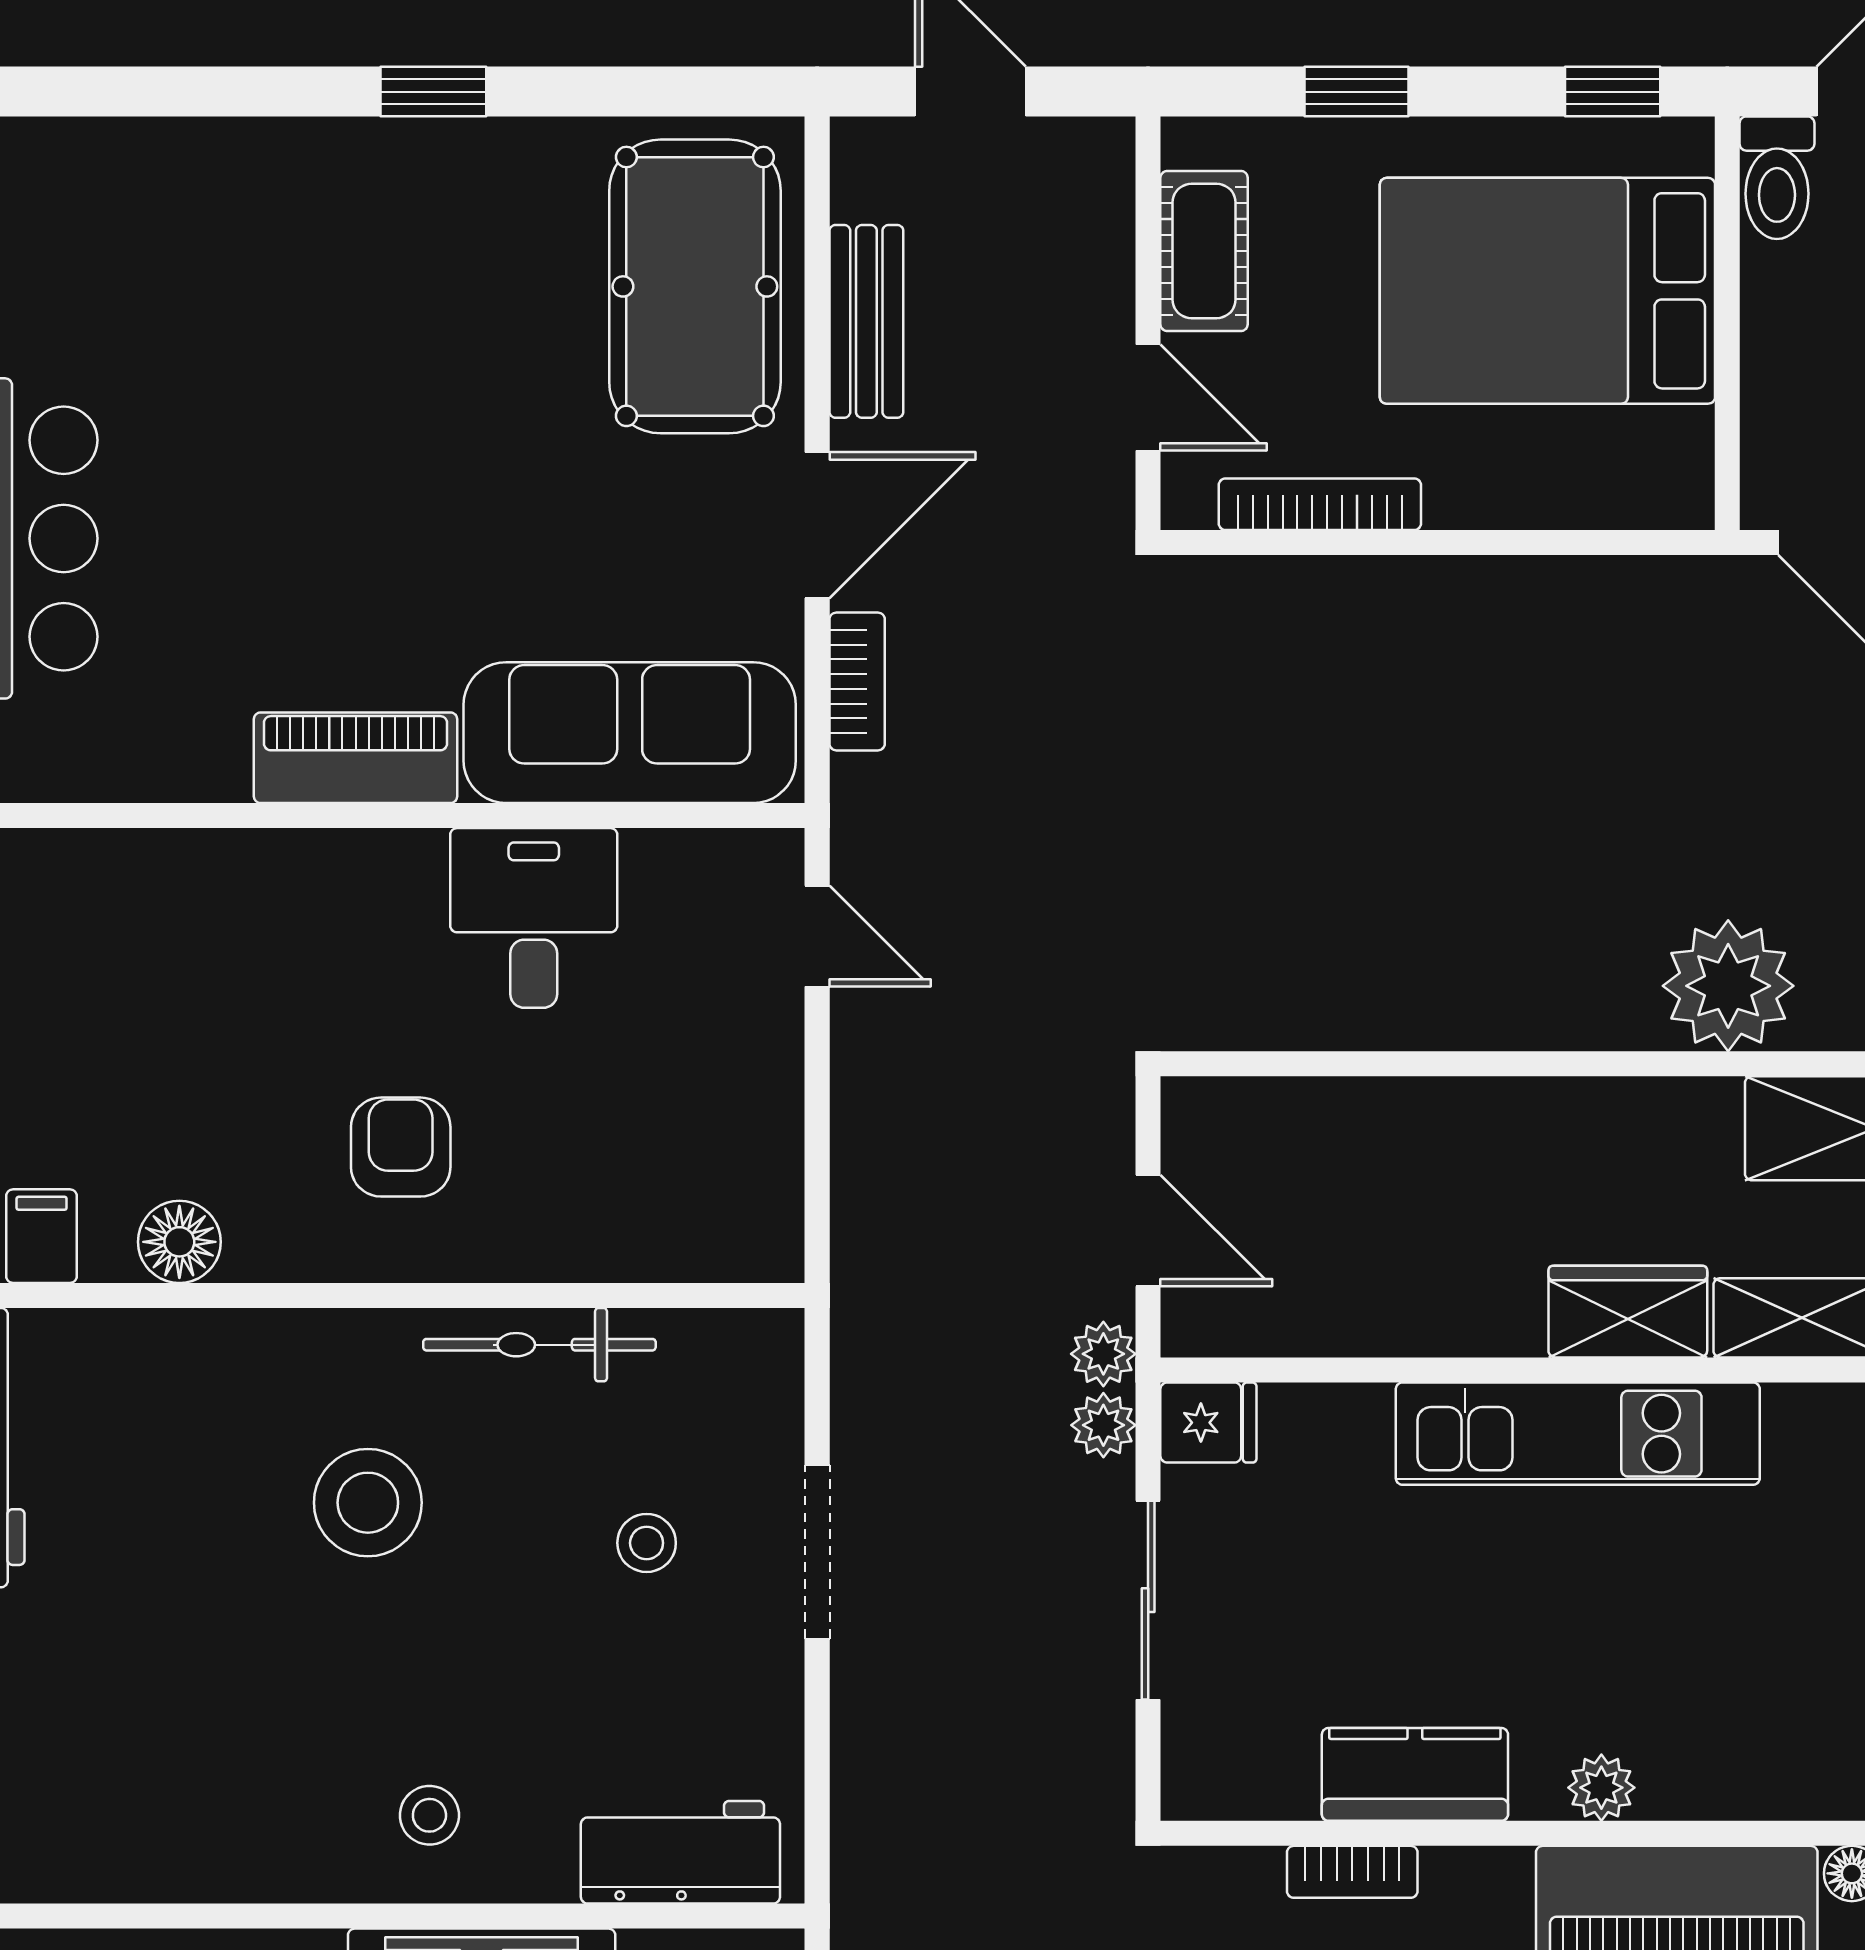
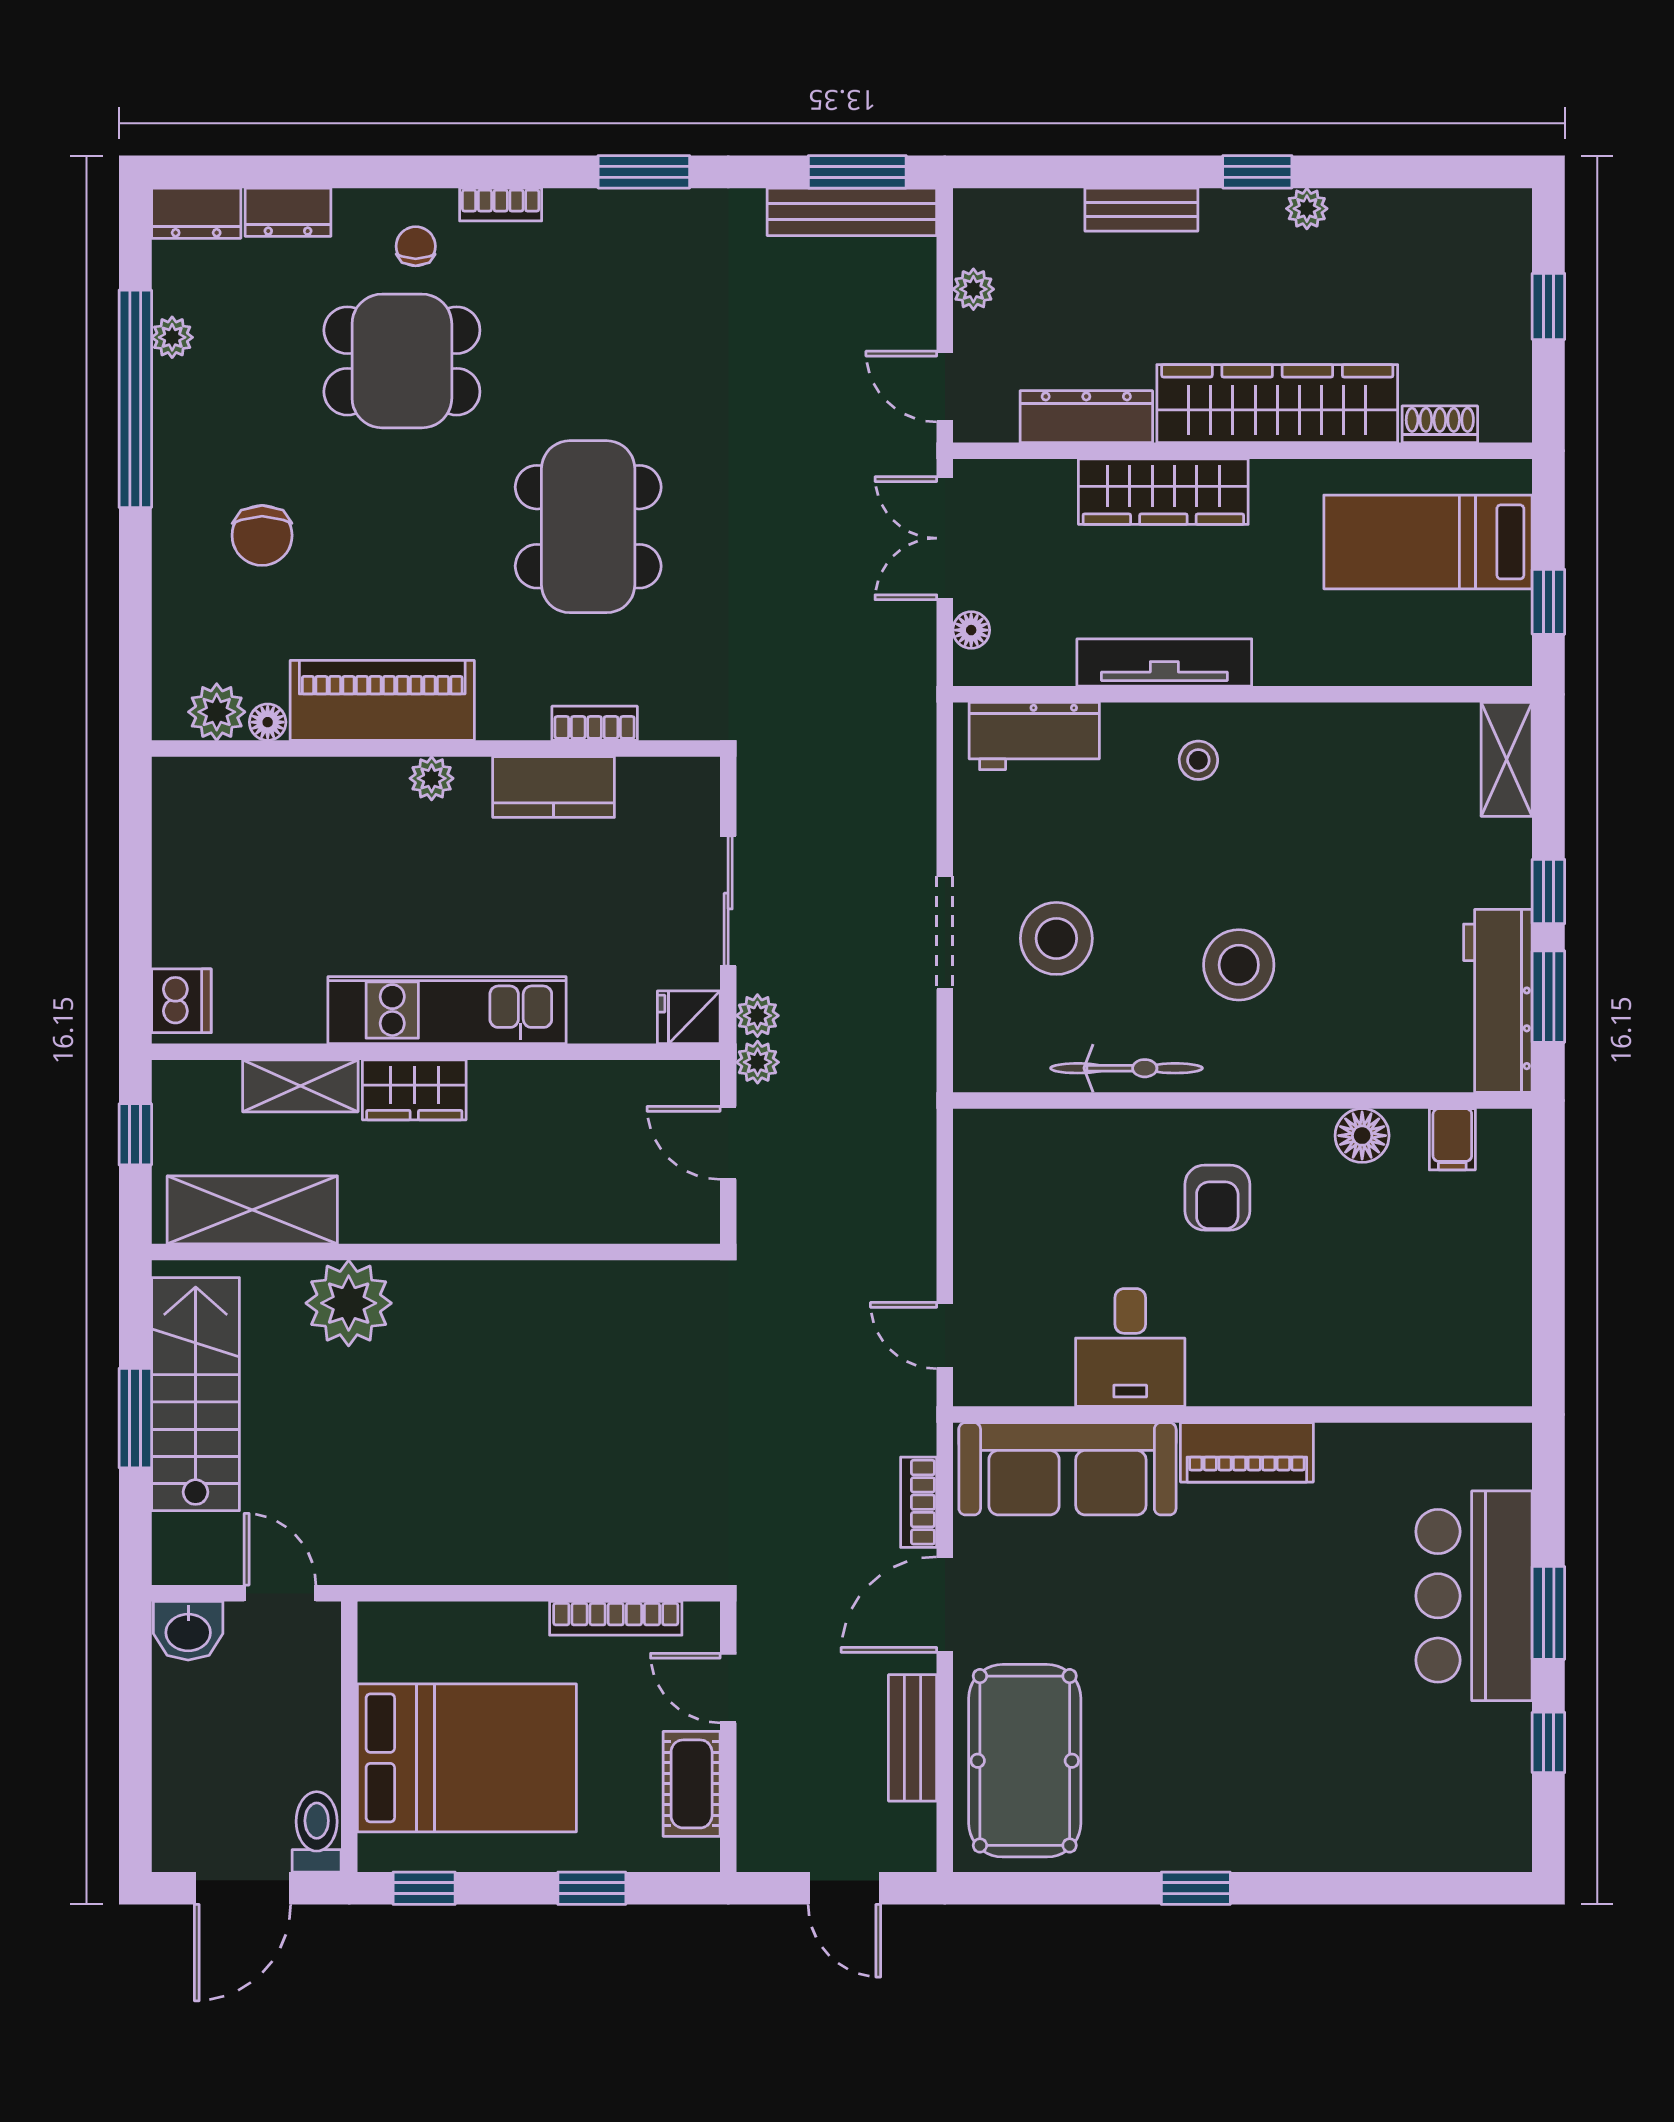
stool: (647, 1543) -> (1056, 938), width x1.89, depth x1.89

